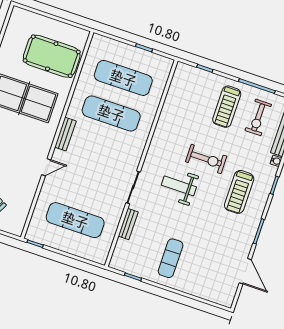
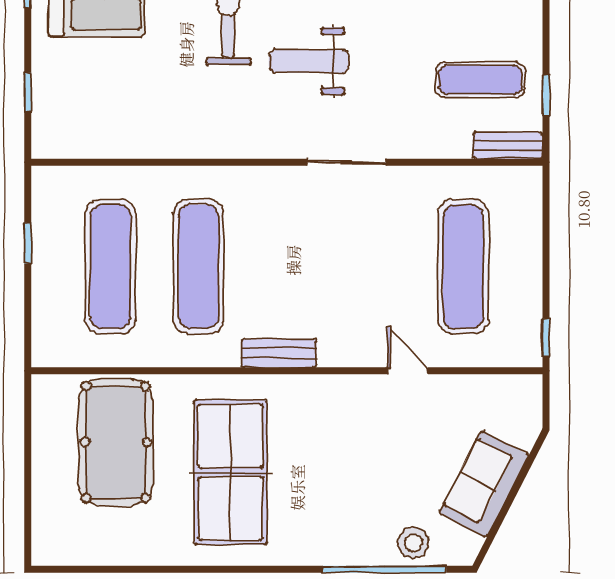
door: (46, 167) -> (408, 371), moved
weight bench: (179, 186) -> (309, 61), turned 90
bench: (128, 224) -> (508, 146), moved
exercise mat: (171, 258) -> (480, 80), moved

